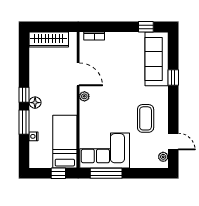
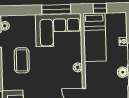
plant: (84, 96) -> (78, 67), moved

